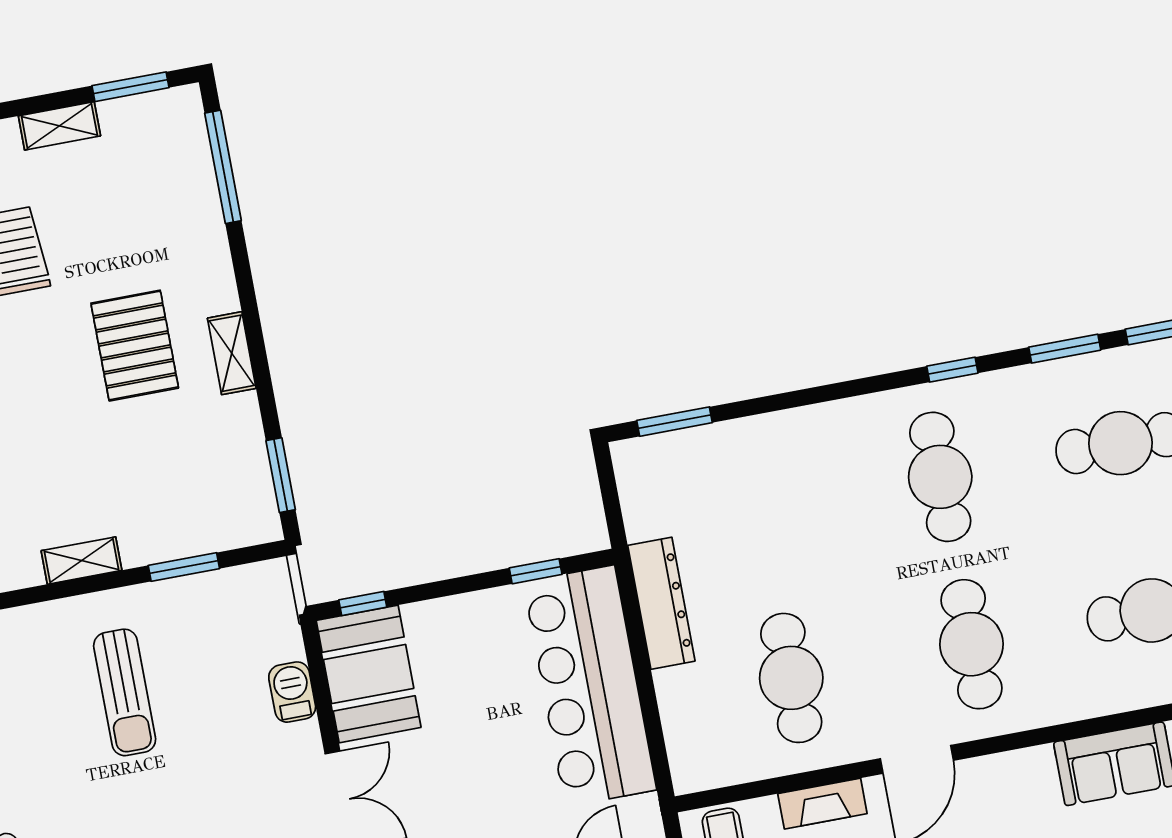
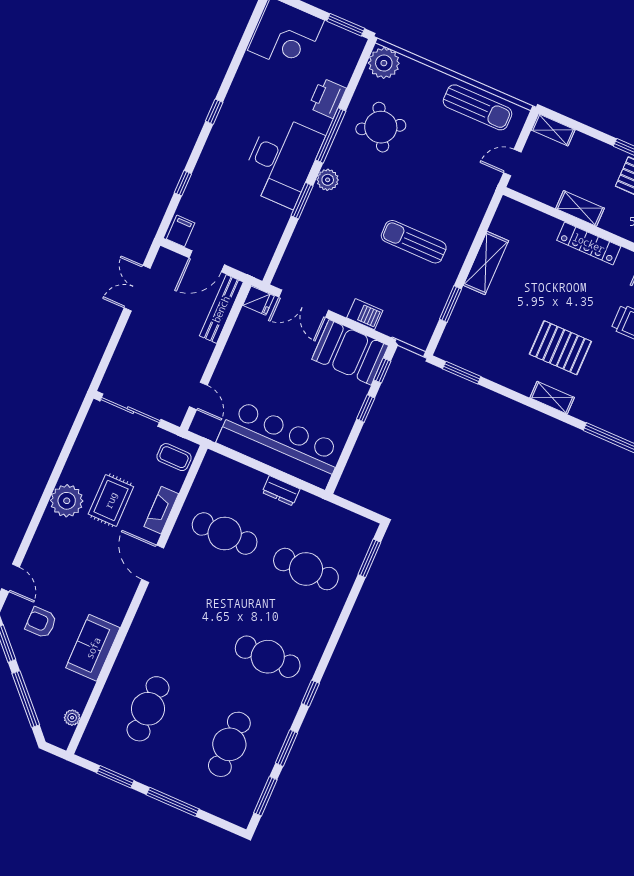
shelving: (232, 353) -> (552, 398), moved
shelving: (82, 561) -> (486, 263), width x1.50, depth x1.33
window: (536, 571) -> (366, 409), moved
dresser: (661, 603) -> (281, 491), width x0.51, depth x0.80
cafe table: (972, 644) -> (306, 569), moved

